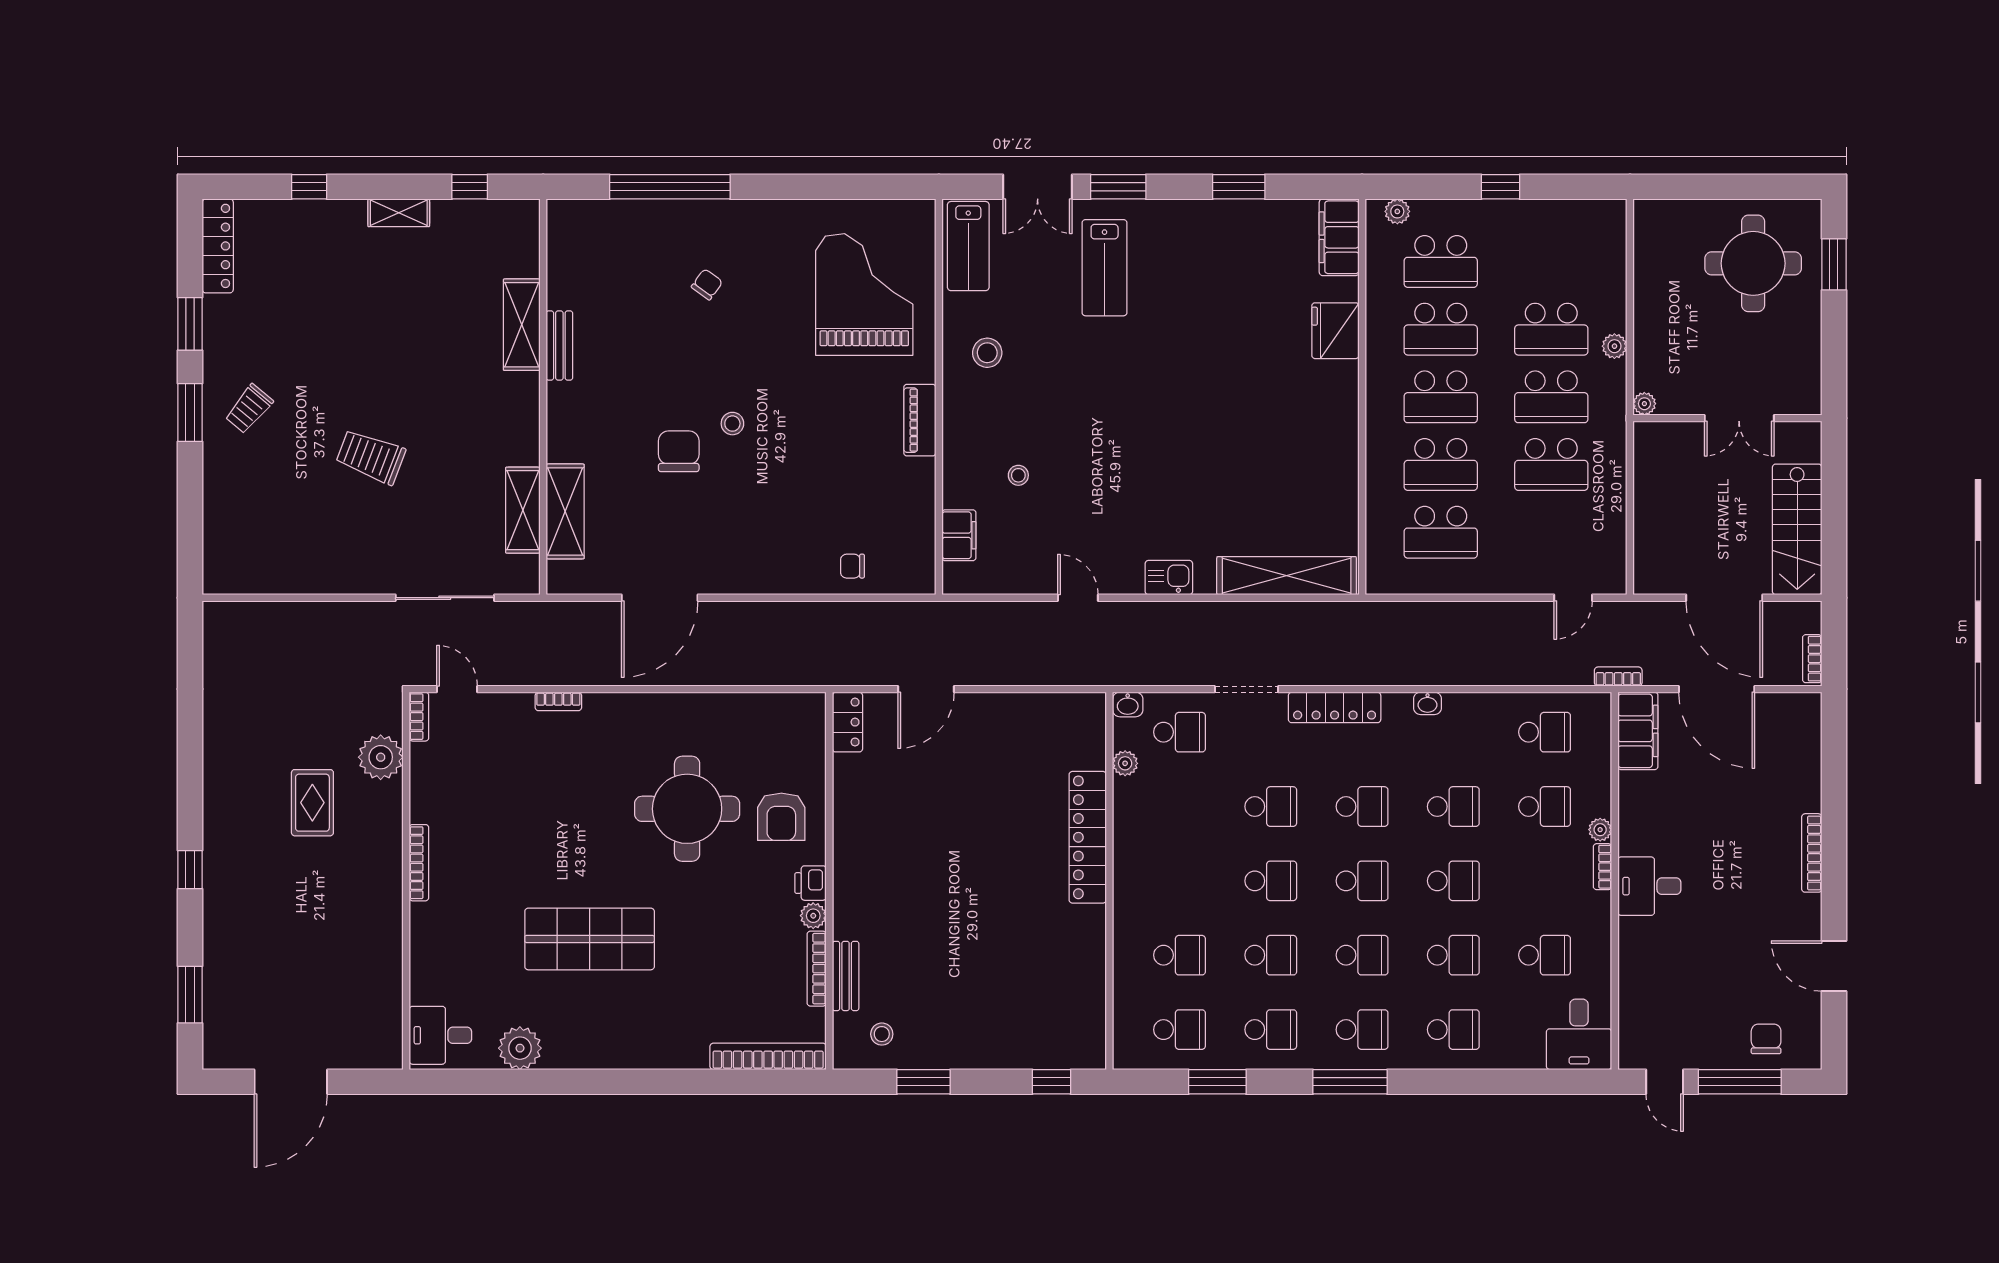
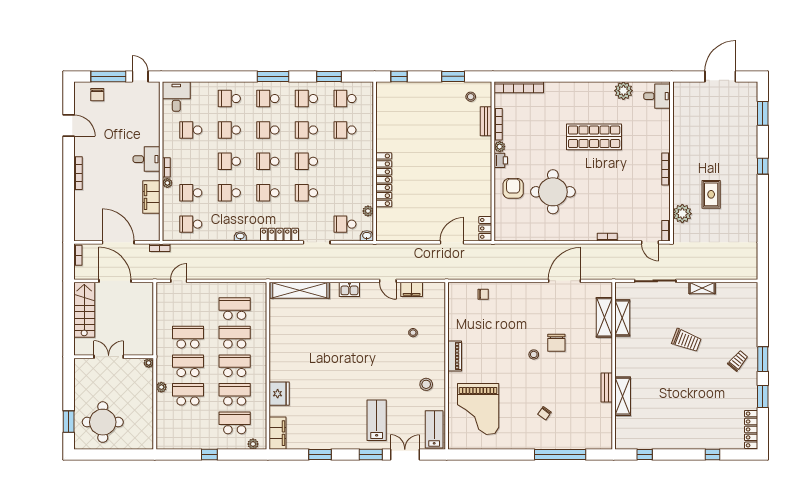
shelving: (399, 213) -> (702, 288), moved
filing cabinet: (959, 535) -> (412, 289), moved, turned -90
filing cabinet: (1638, 731) -> (151, 197), moved

